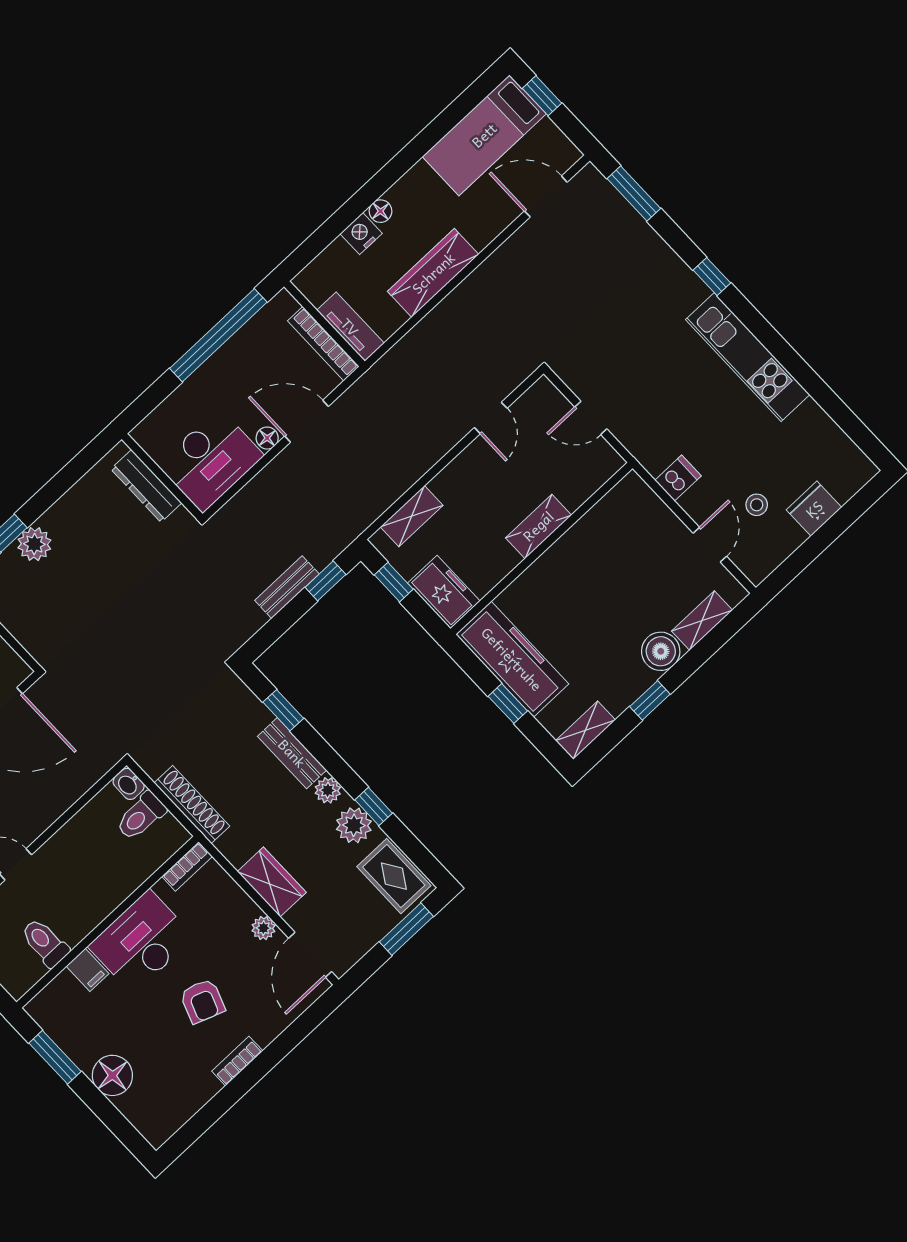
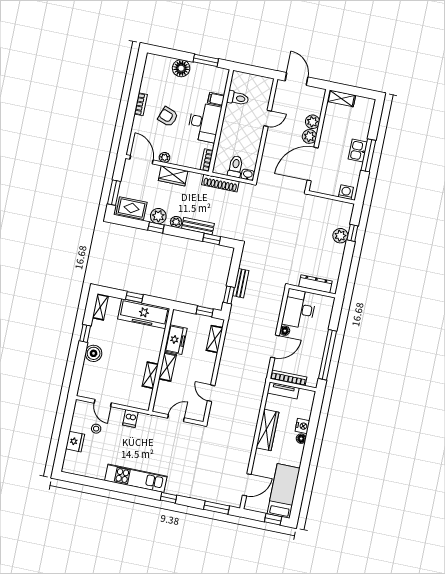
freezer: (444, 592) -> (176, 340), moved, turned -90
shelving: (702, 621) -> (150, 375), moved

